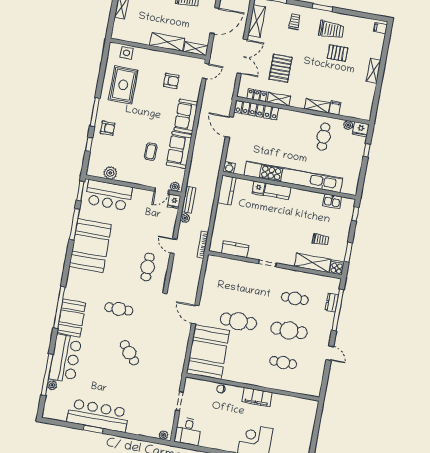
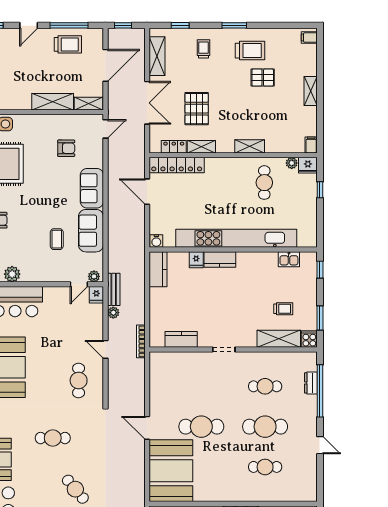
filing cabinet: (335, 108) -> (311, 145), moved

